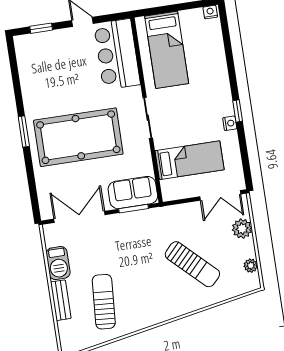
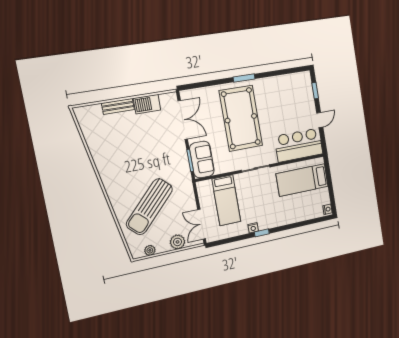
sun lounger: (192, 264) -> (149, 207), width x1.36, depth x1.34
sun lounger: (104, 302) -> (118, 140), removed

